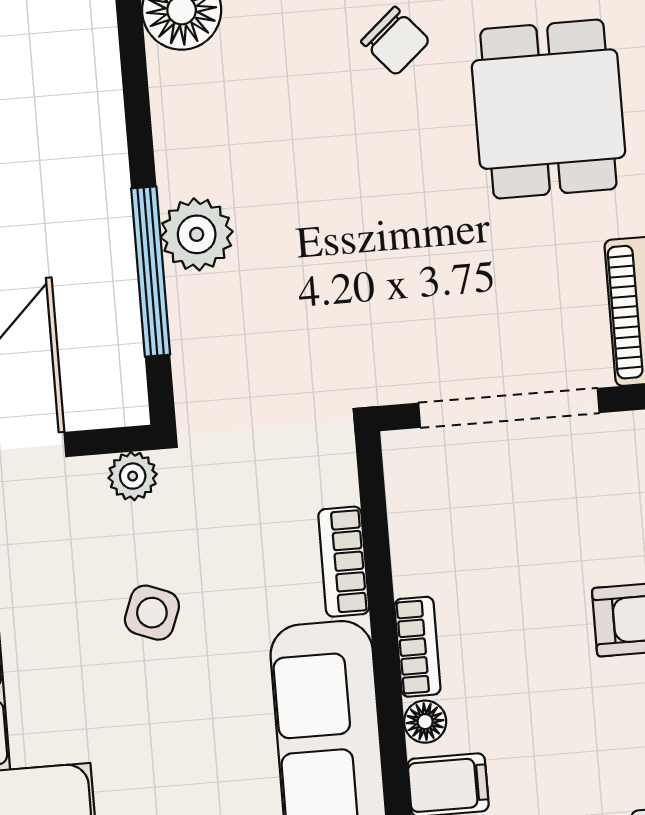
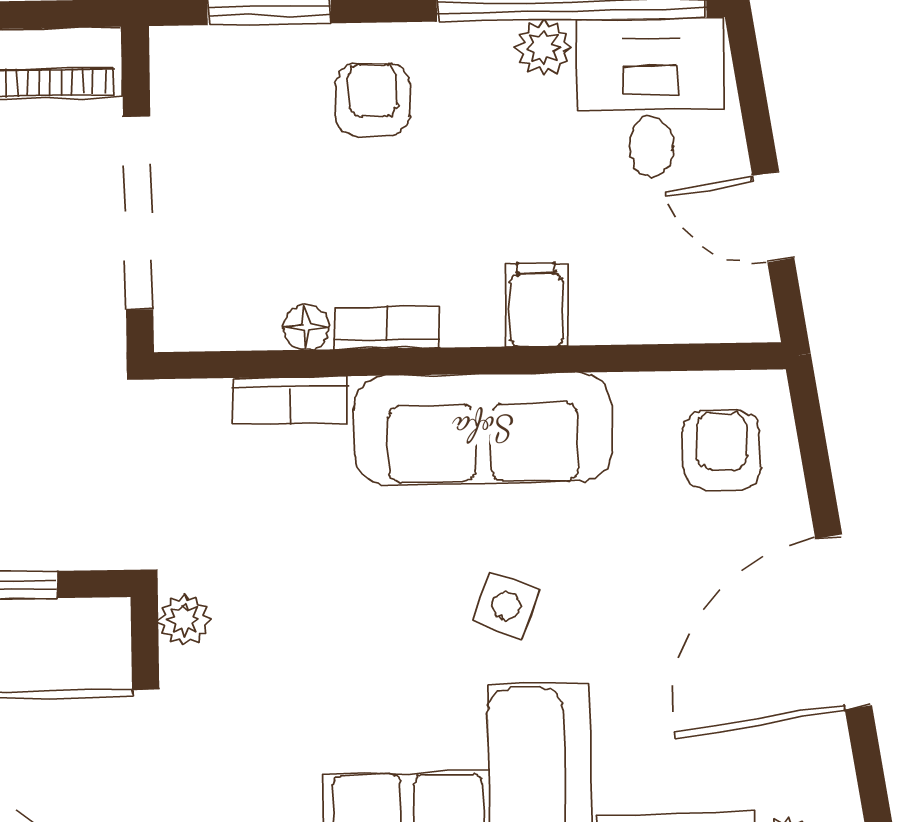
side table: (152, 613) -> (506, 606), moved
floor lamp: (425, 722) -> (306, 327), moved

